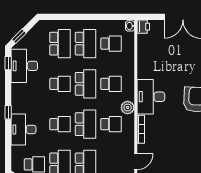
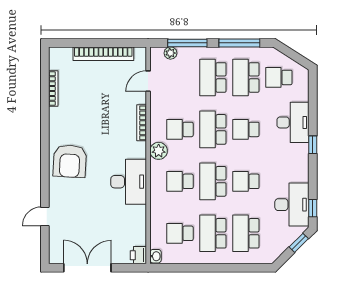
desk: (151, 97) -> (129, 182), moved

